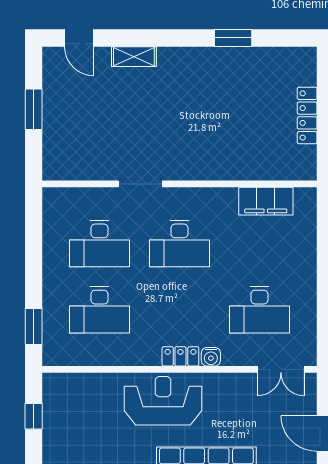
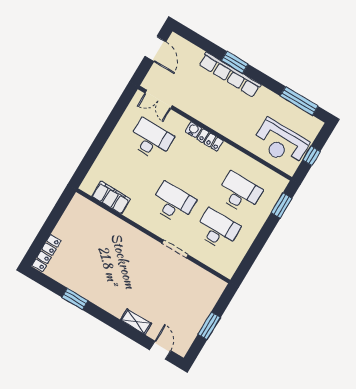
locker: (307, 115) -> (47, 253), moved
double door: (281, 369) -> (159, 99), swing flipped
reception desk: (163, 401) -> (281, 143), moved

